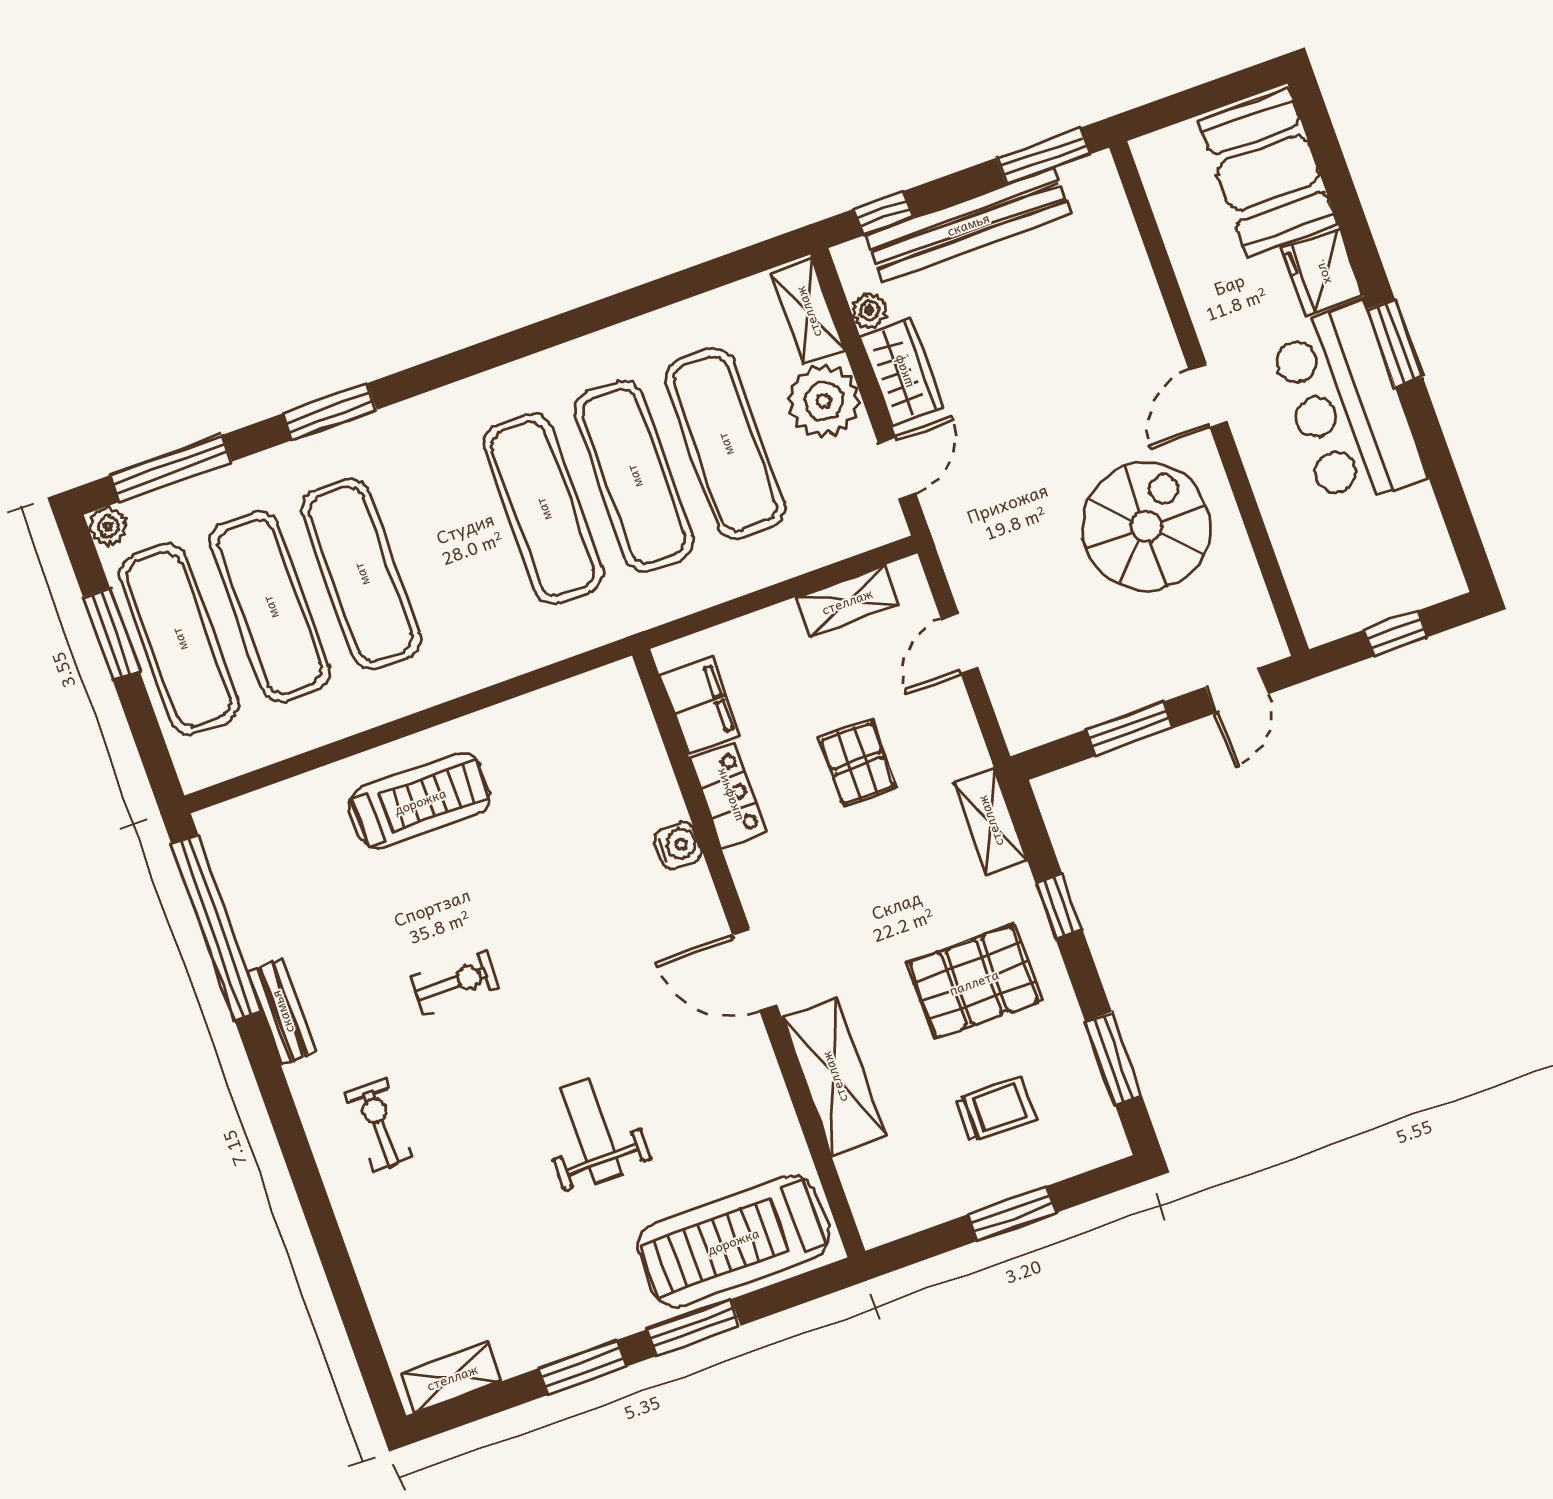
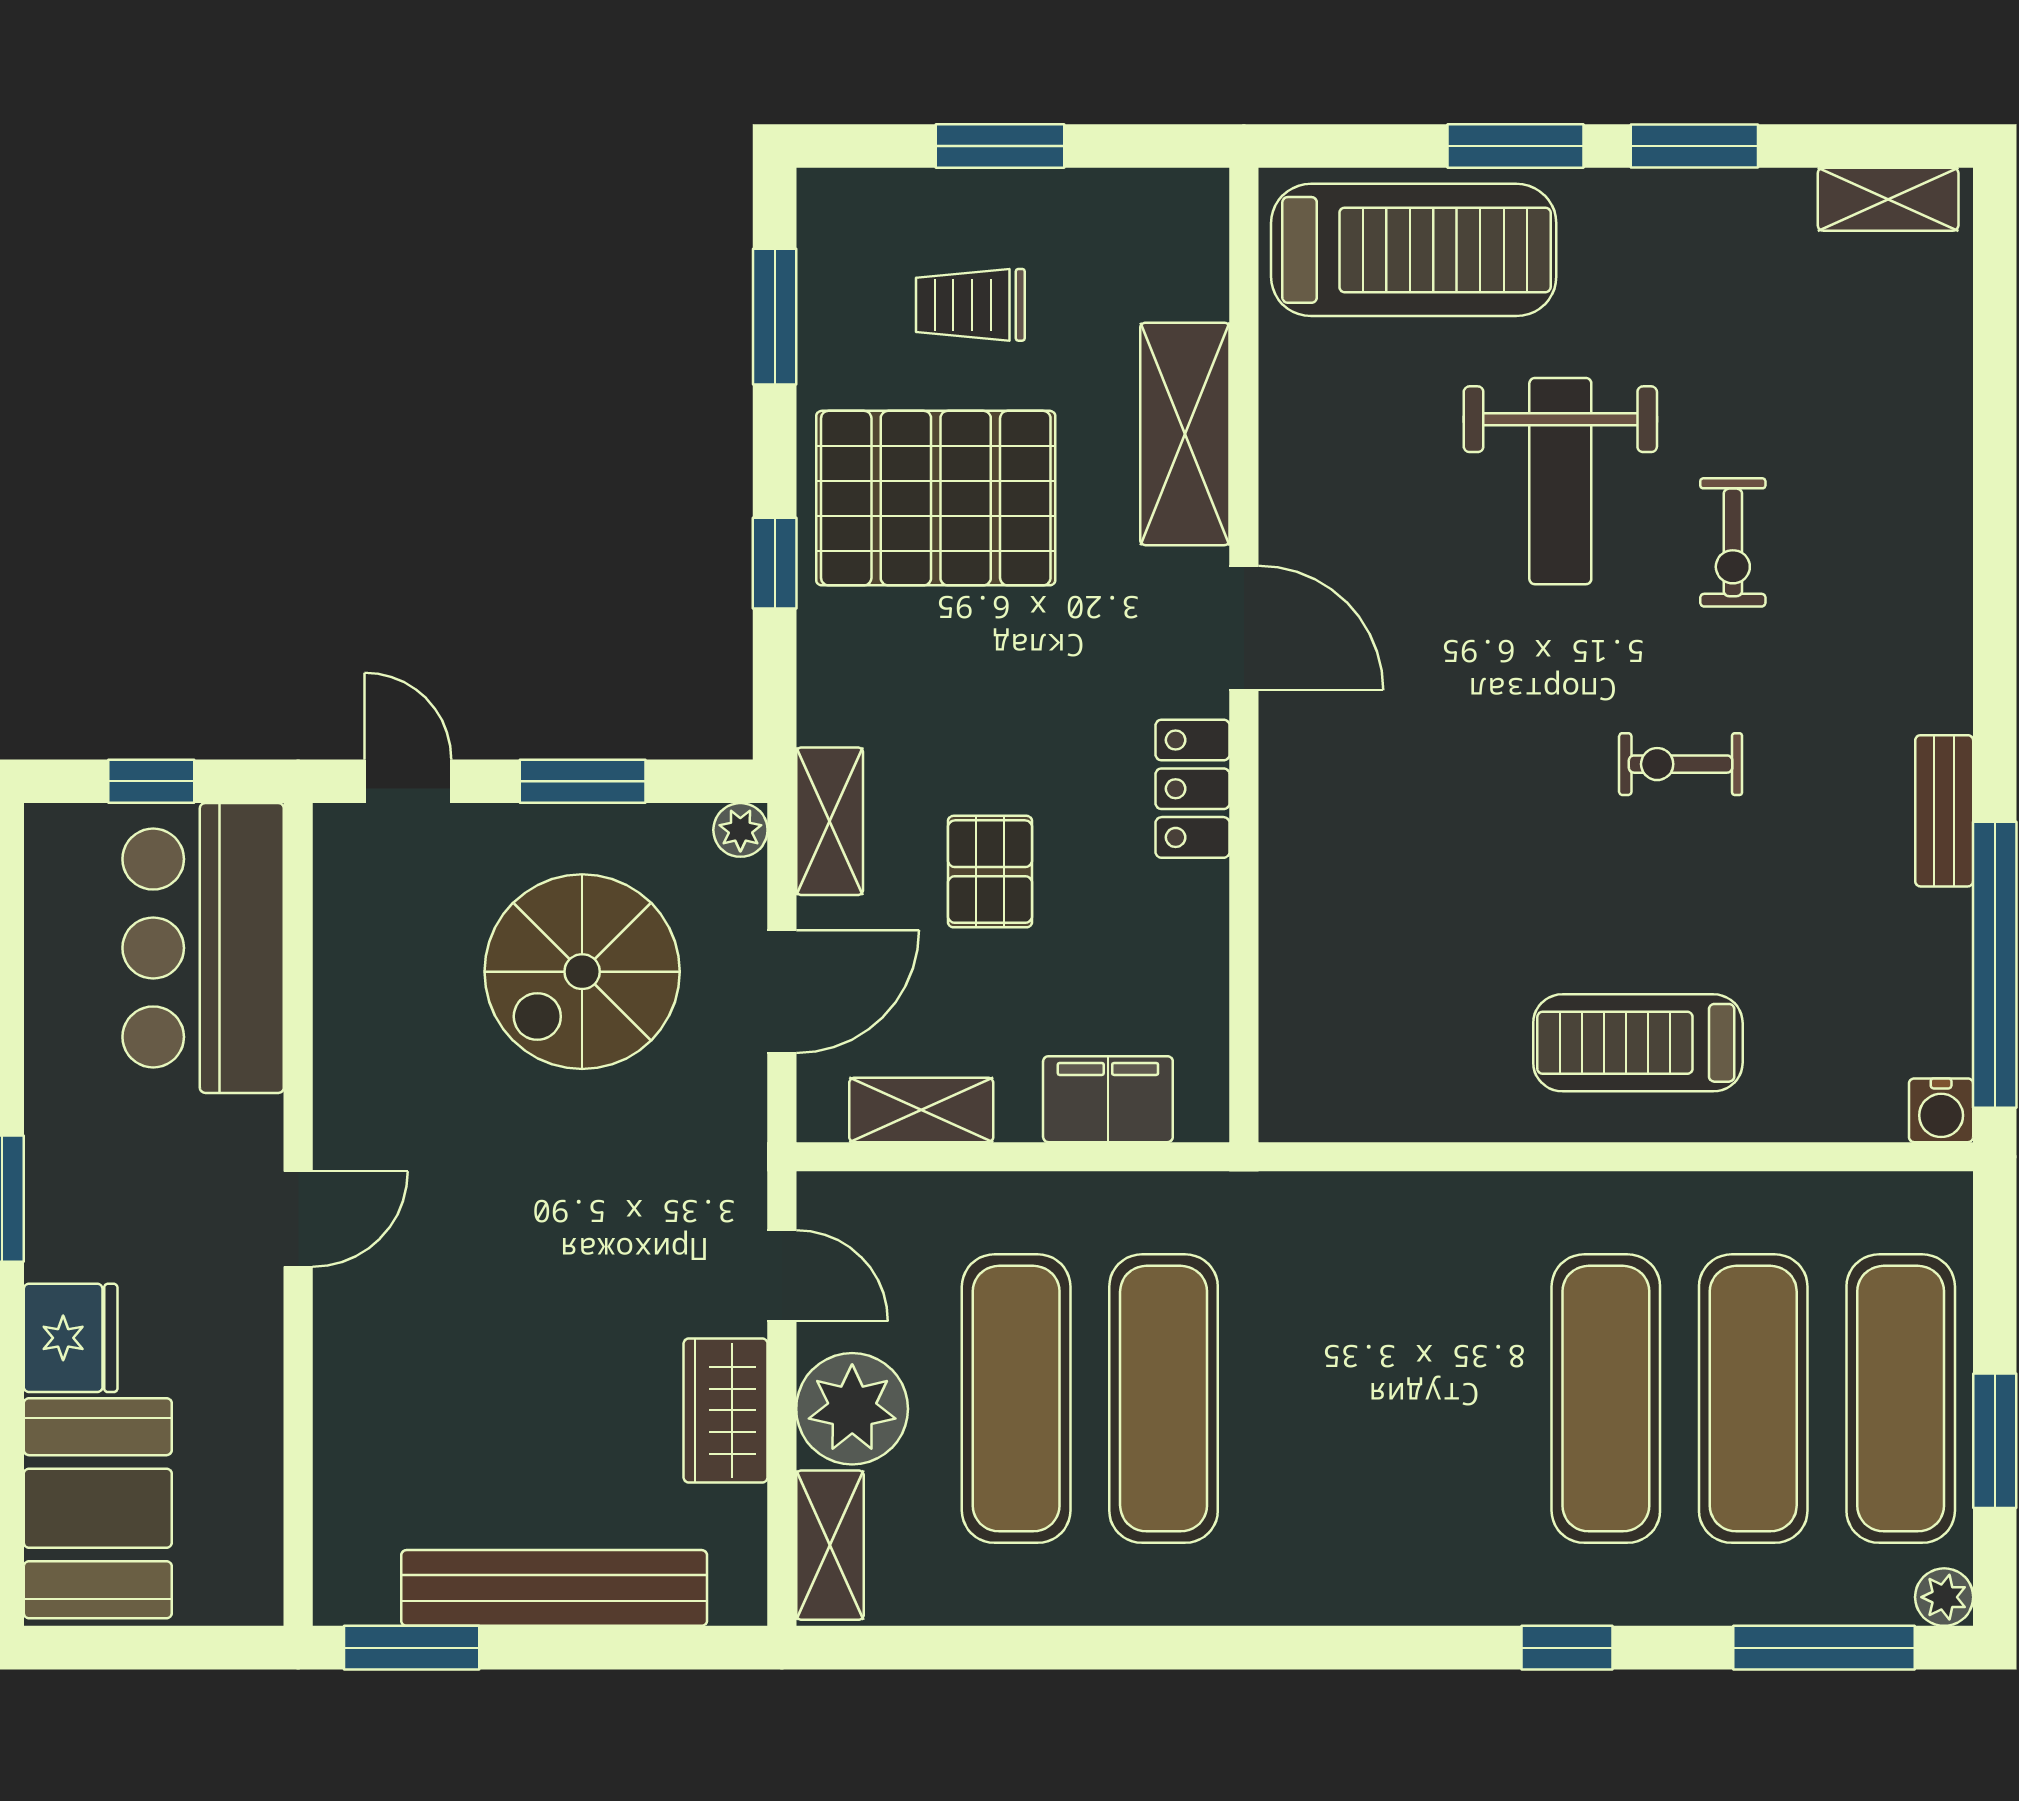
window: (884, 213) -> (670, 1648), removed
plant: (869, 310) -> (740, 830), moved
bar counter: (1347, 406) -> (203, 948), moved, turned 180
window: (330, 412) -> (1567, 1648), width x0.67
door: (897, 468) -> (782, 1276), swing flipped
exercise mat: (543, 509) -> (1311, 1399), removed
spiral stairs: (1146, 527) -> (582, 972), moved
door: (960, 643) -> (782, 992), width x1.38
door: (1237, 690) -> (408, 781), hinge flipped
filing cabinet: (700, 705) -> (1108, 1099), moved, turned 90
locker: (728, 795) -> (1193, 789), moved
shelving: (990, 821) -> (830, 821), moved
water cooler: (678, 845) -> (1941, 1110), moved, turned -90
pallet: (974, 982) -> (936, 498), width x1.37, depth x1.41
exercise bike: (379, 1125) -> (1733, 542), moved
weight bench: (592, 1131) -> (1560, 481), width x1.36, depth x1.33

